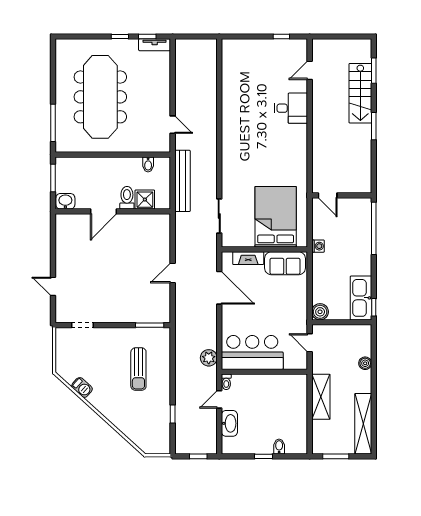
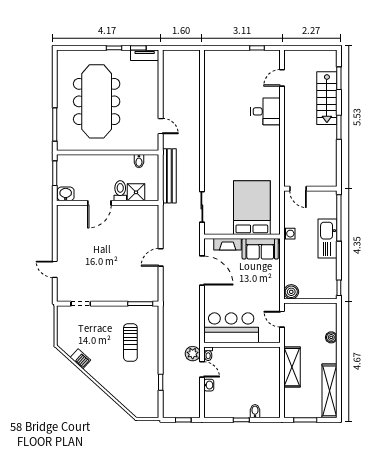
kitchen sink: (361, 298) -> (328, 238), moved
plant: (209, 358) -> (193, 354), moved
door: (219, 399) -> (202, 369), swing flipped
washbasin: (229, 423) -> (209, 385), width x0.52, depth x0.69

